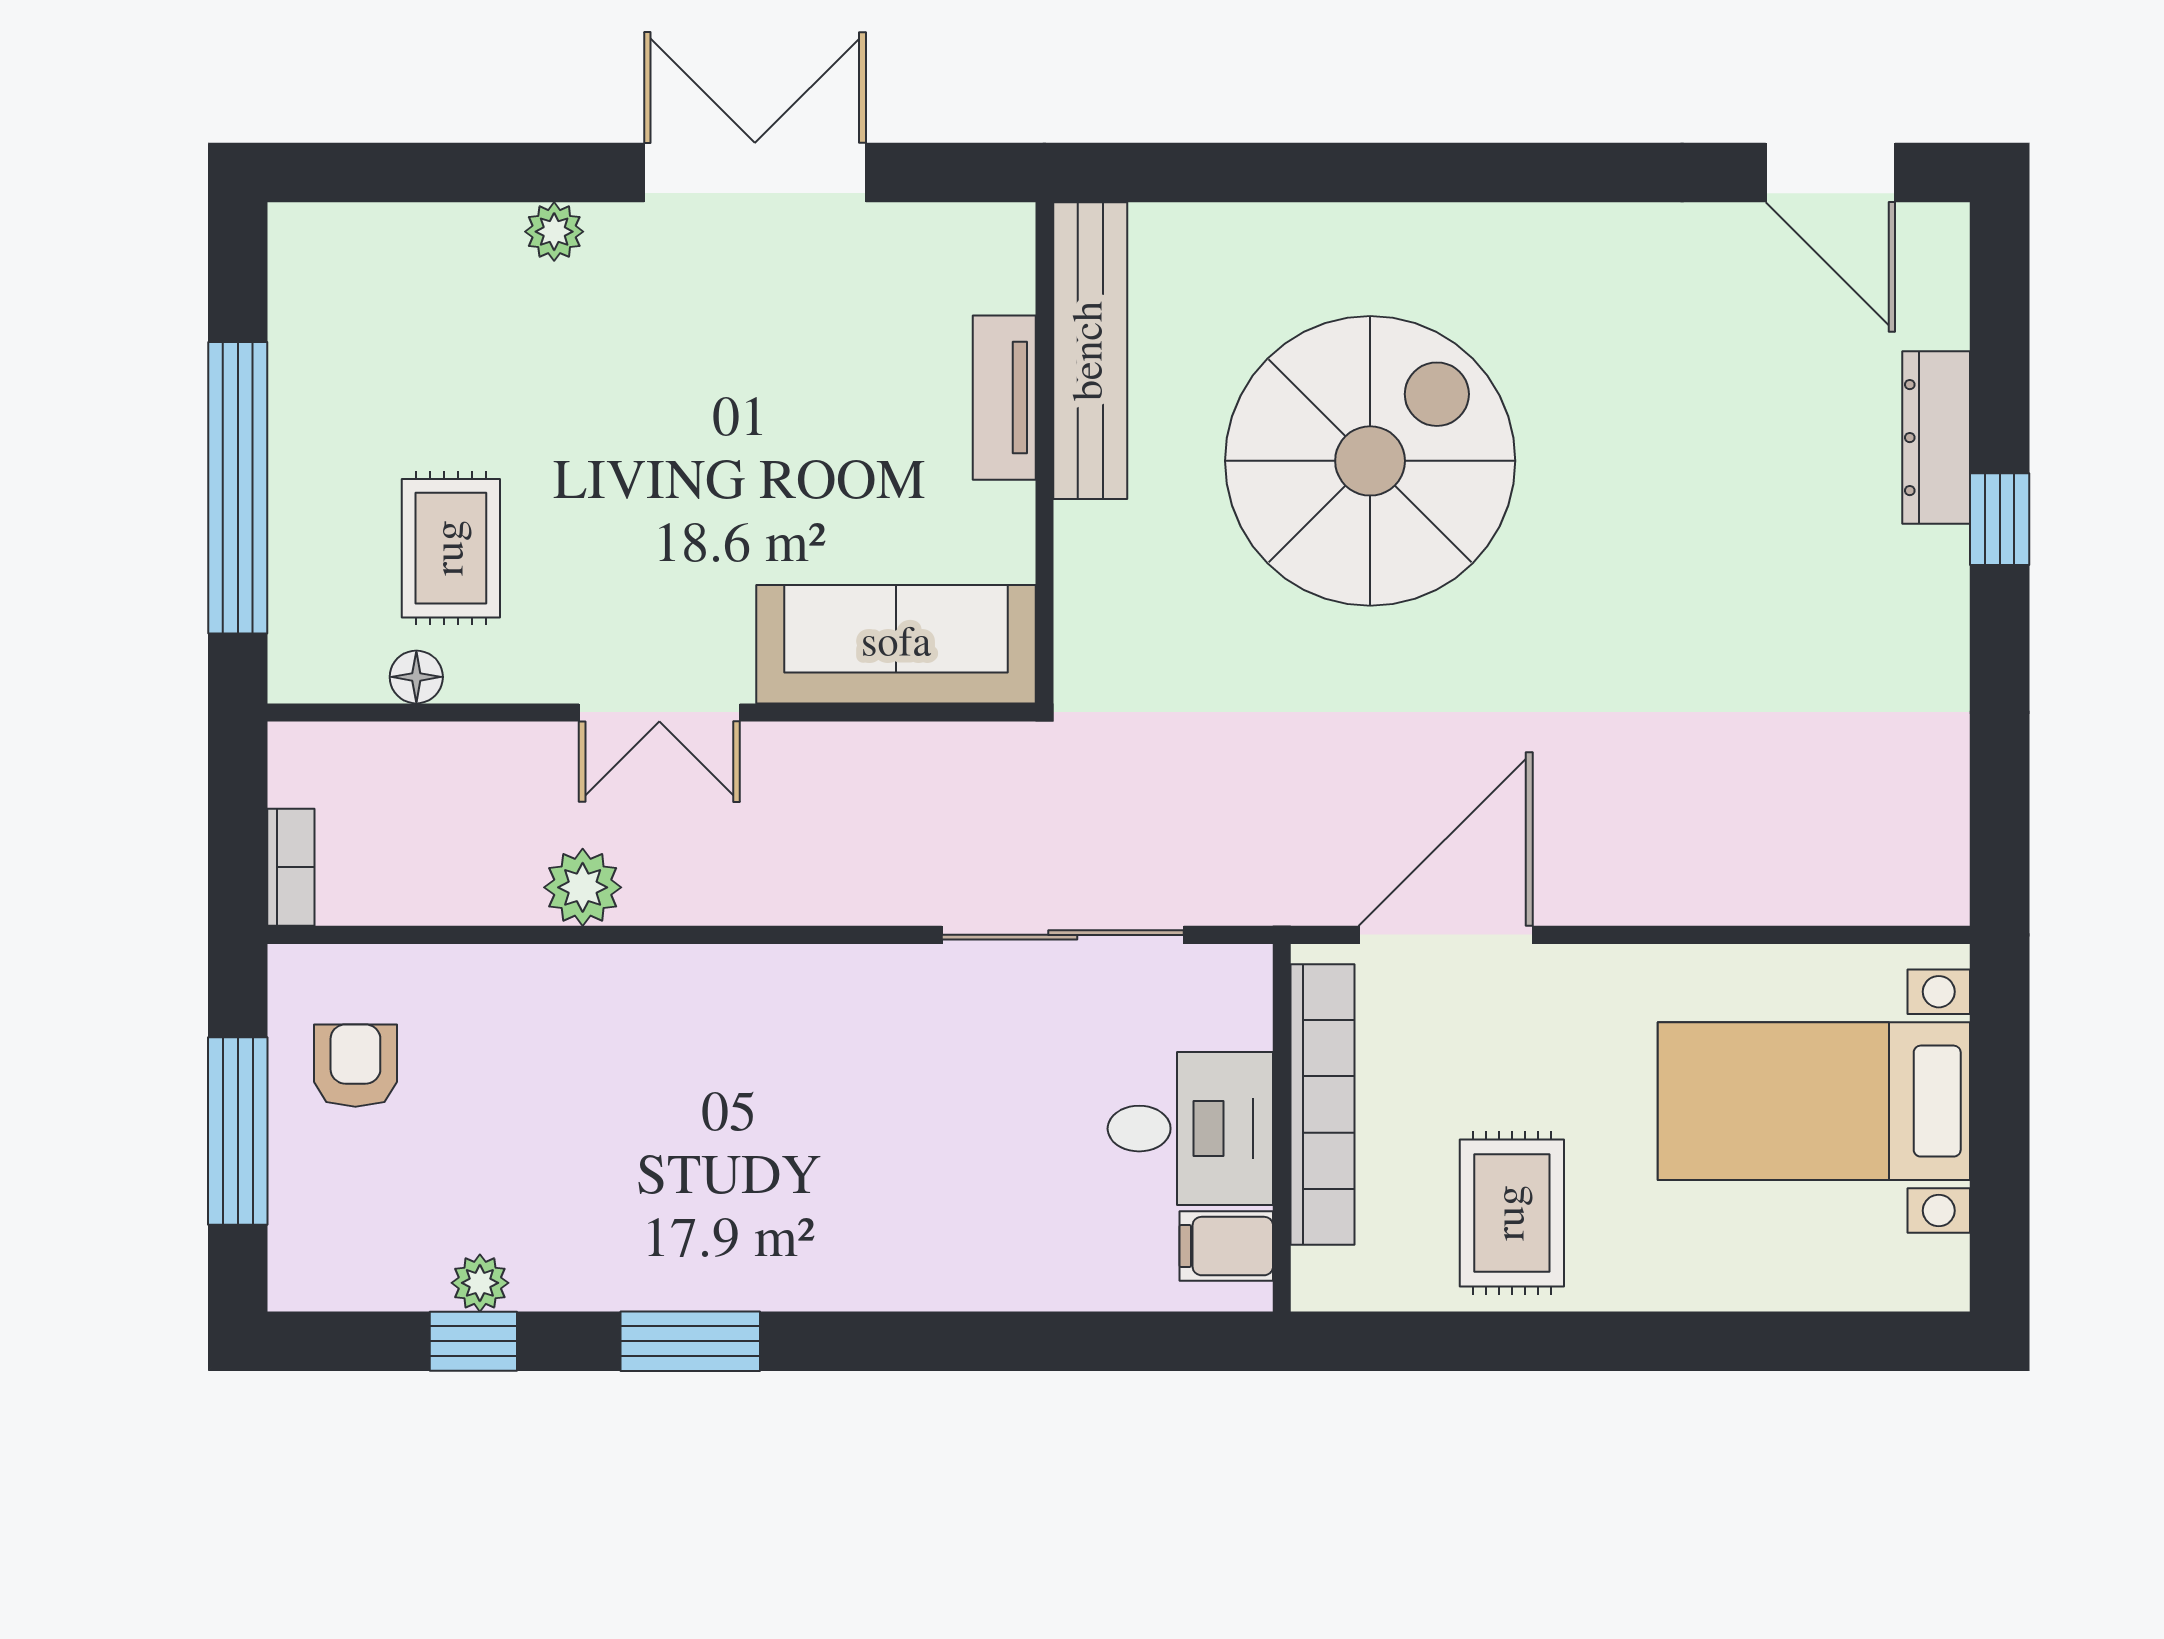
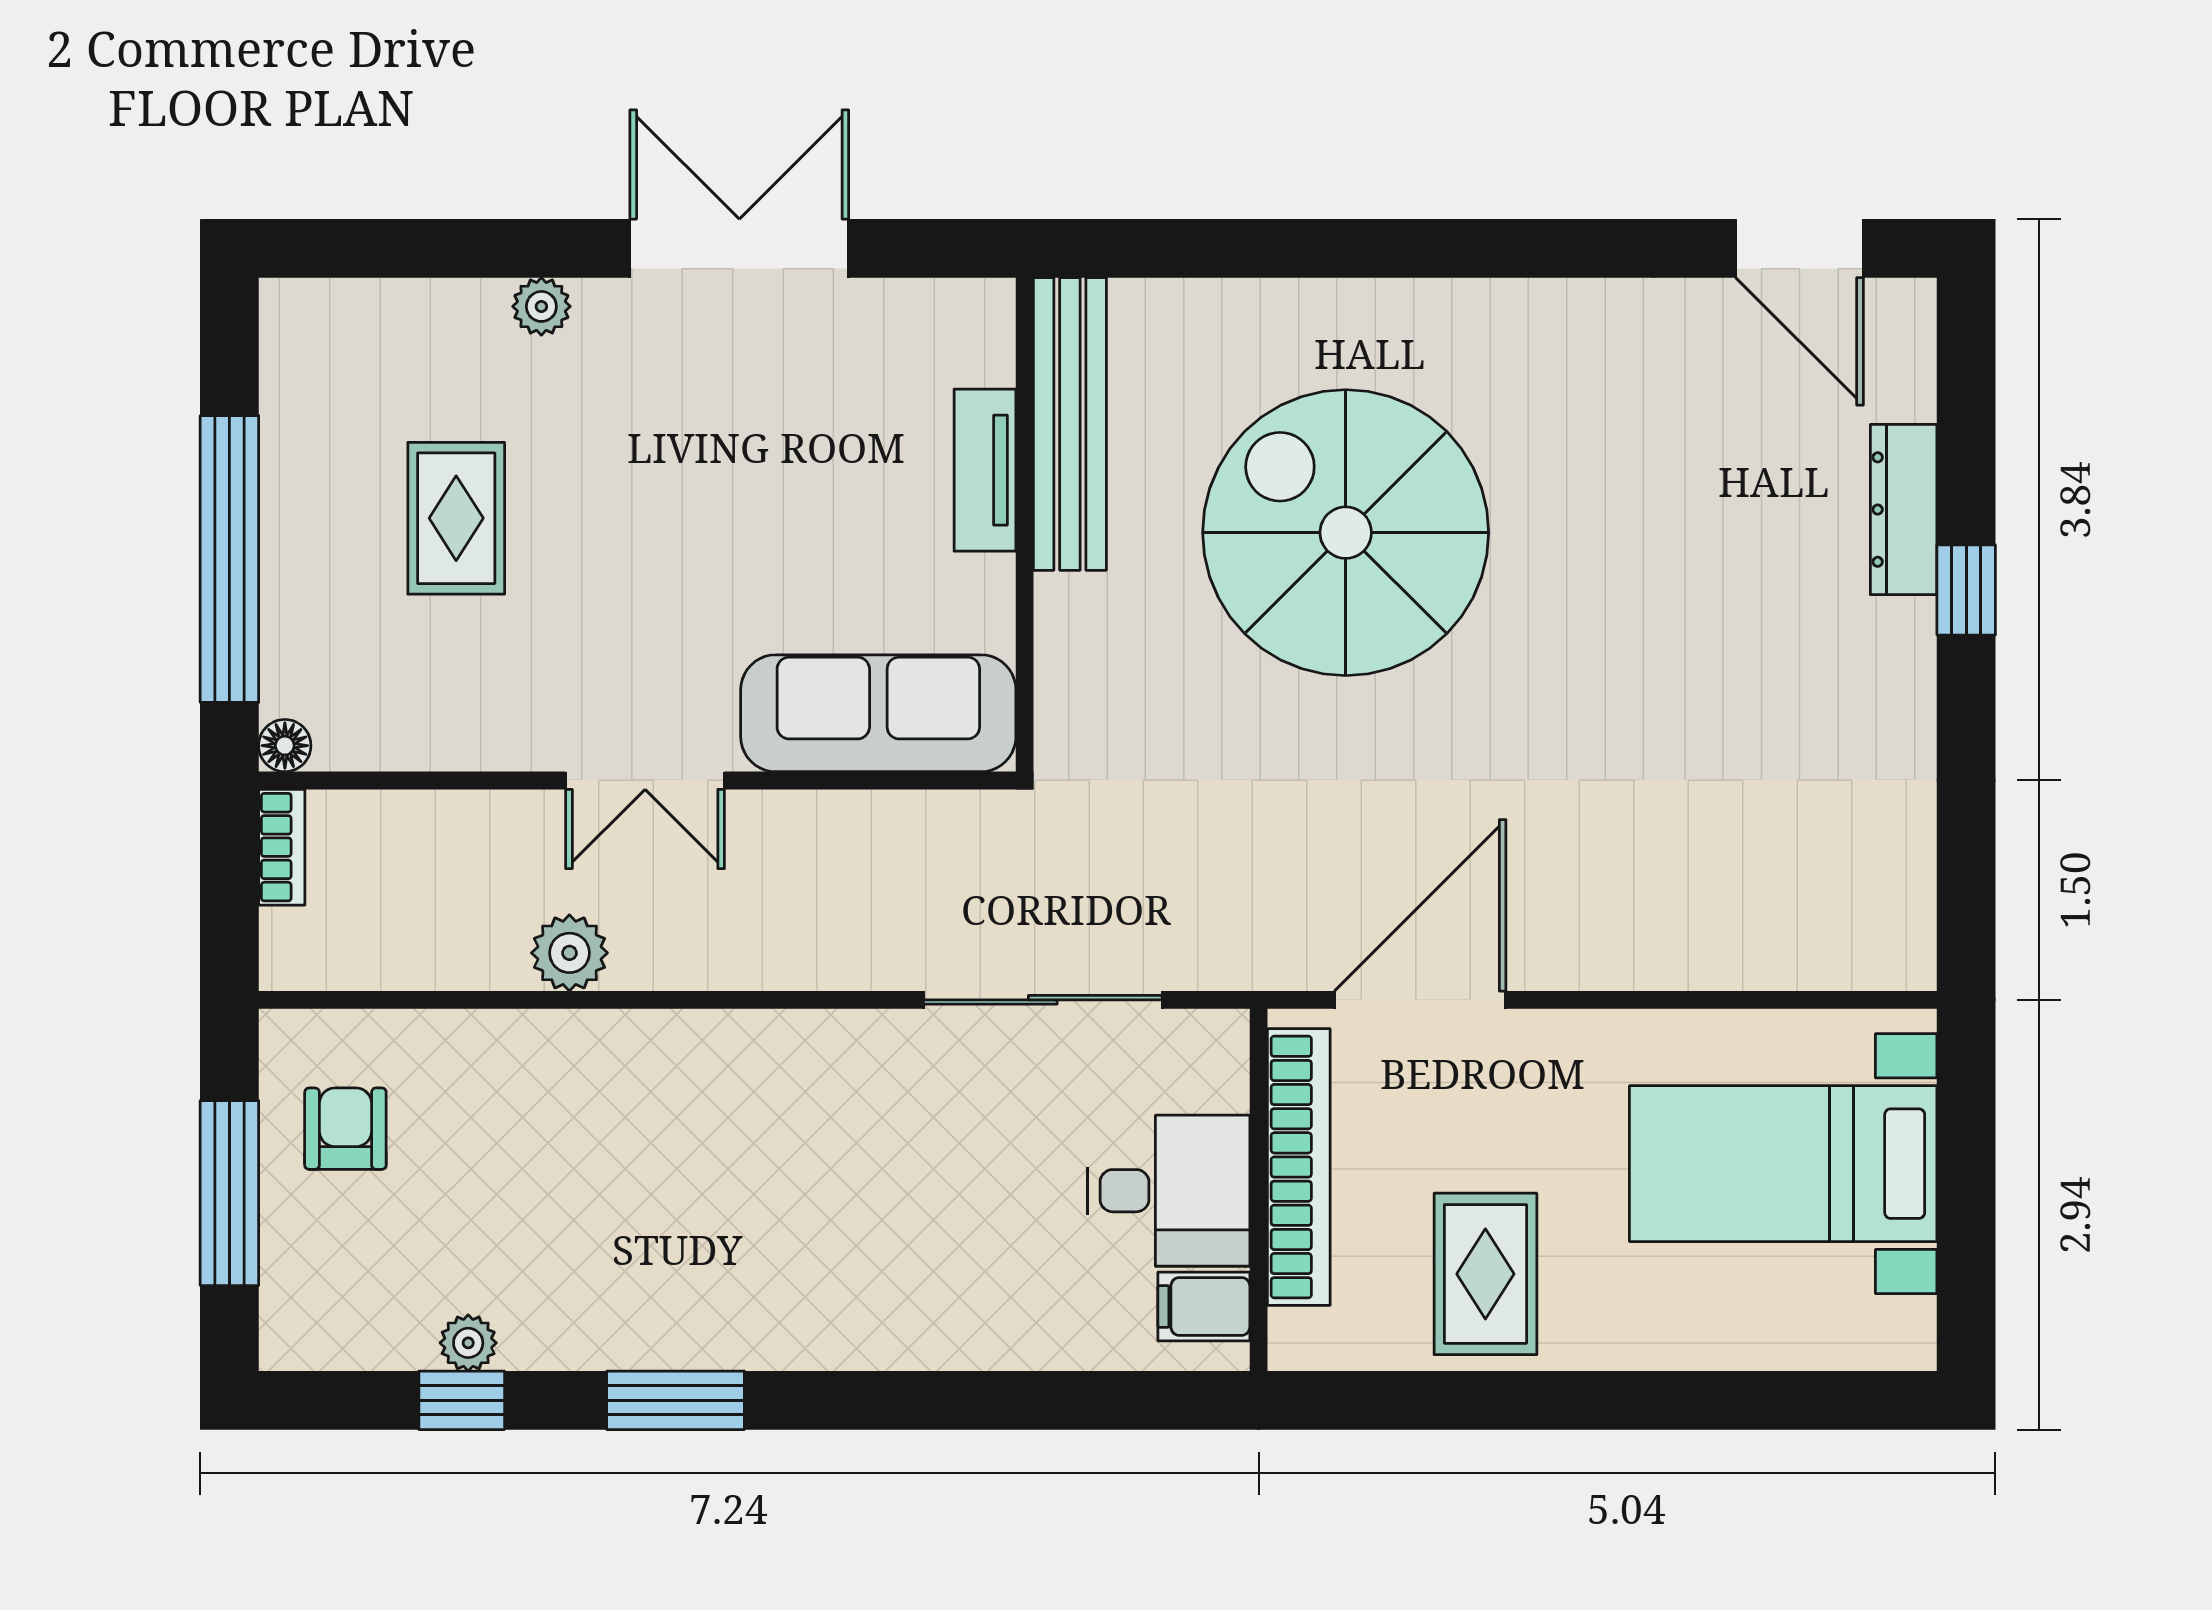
spiral stairs: (1370, 461) -> (1346, 533), turned -90
rug: (451, 548) -> (456, 518), moved
floor lamp: (416, 677) -> (285, 746), moved
bookcase: (291, 867) -> (282, 847), moved

